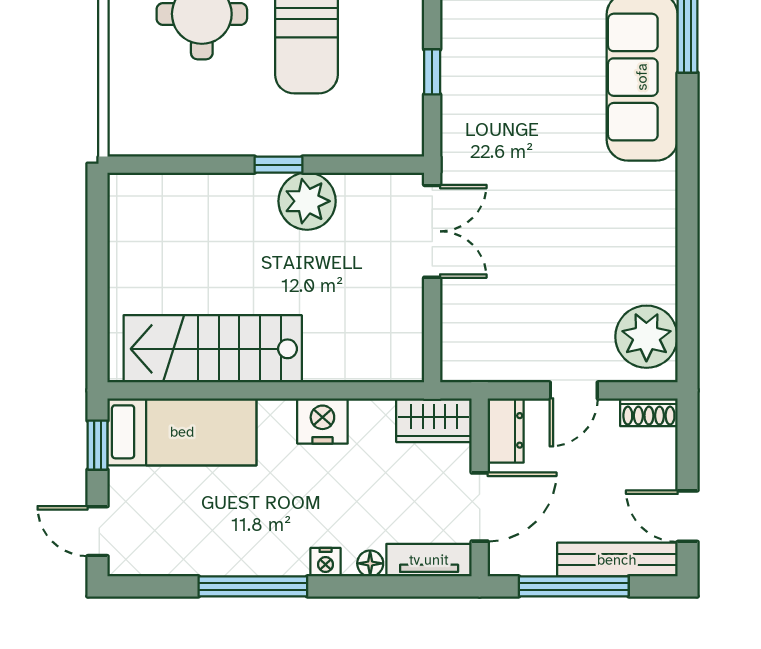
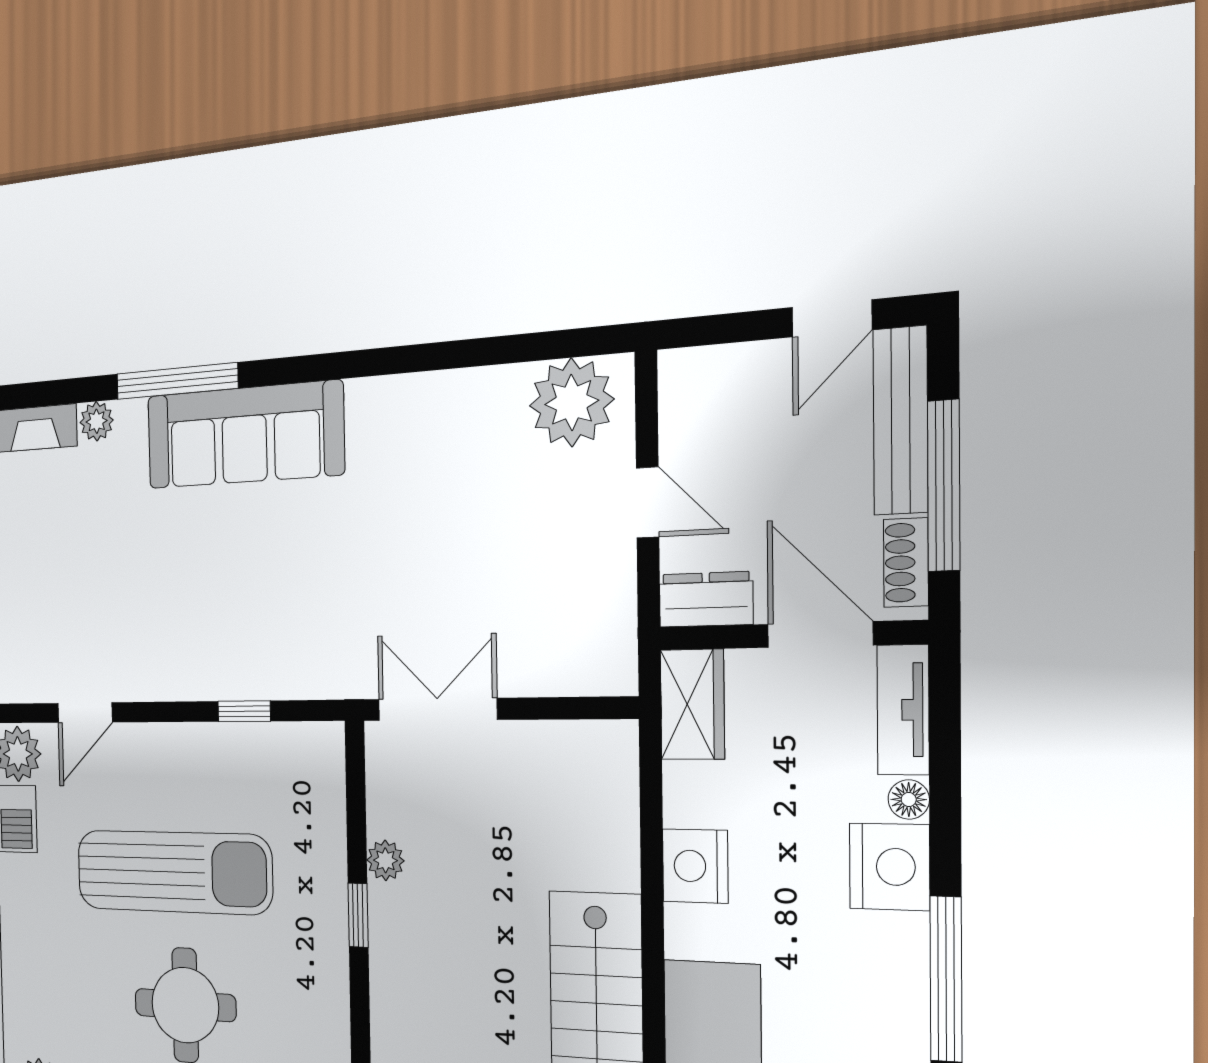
plant: (307, 201) -> (385, 860), width x0.53, depth x0.53
shoe rack: (649, 412) -> (906, 563), moved, turned 180
nightstand: (326, 562) -> (889, 867), width x1.89, depth x1.79

